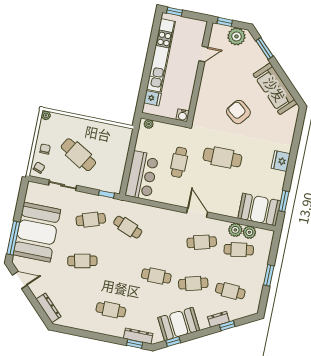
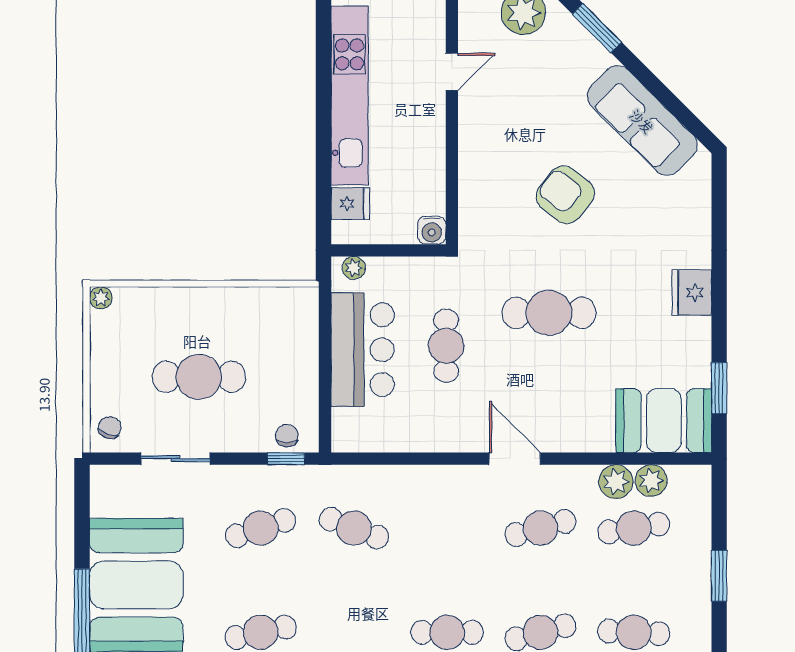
chair: (45, 149) -> (287, 435), moved
cafe table: (78, 155) -> (199, 377), turned -30
bar counter: (142, 175) -> (363, 350), moved

